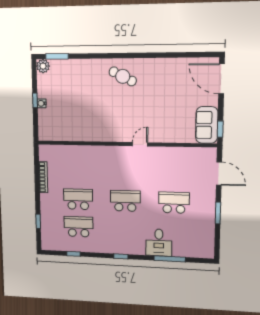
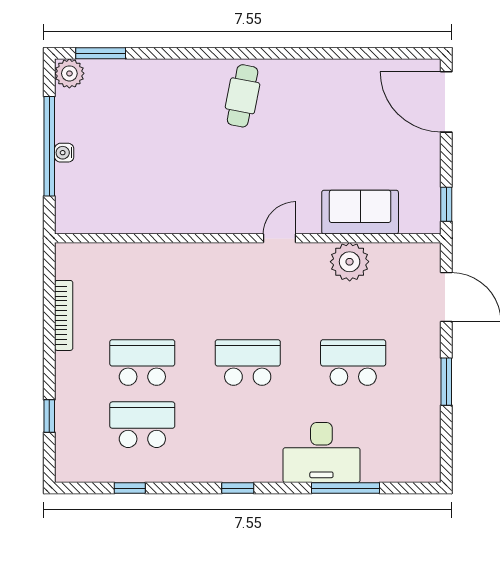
cafe table: (123, 76) -> (243, 96), turned 74
window: (35, 100) -> (49, 146), width x3.17
sofa: (207, 125) -> (360, 212), moved, turned 90
plant: (173, 156) -> (350, 262), added
desk: (159, 243) -> (321, 452), width x1.37

